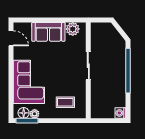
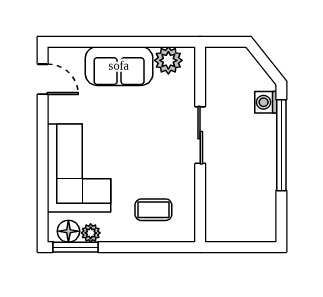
washing machine: (120, 113) -> (266, 102), moved

